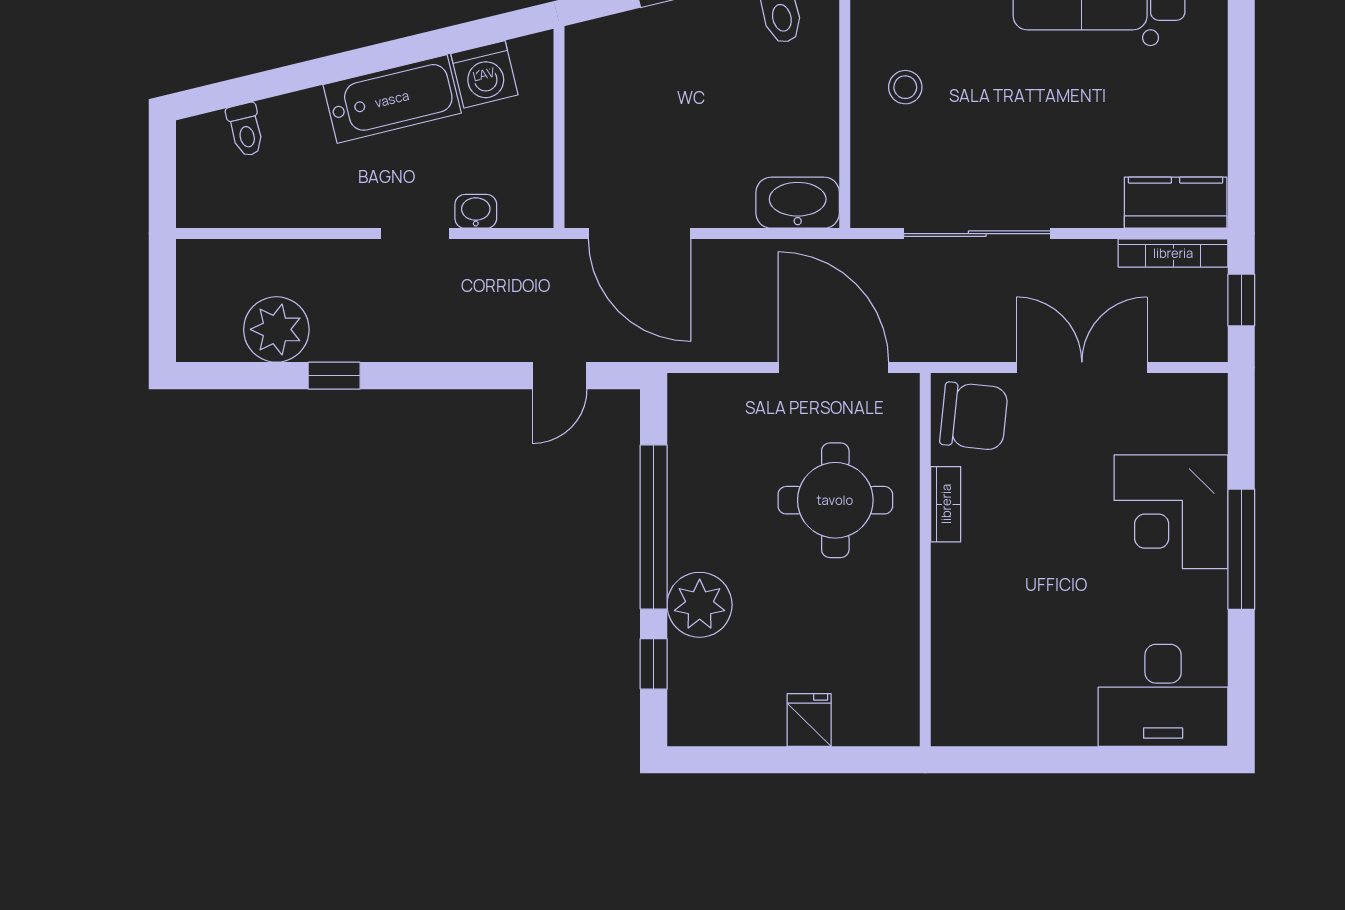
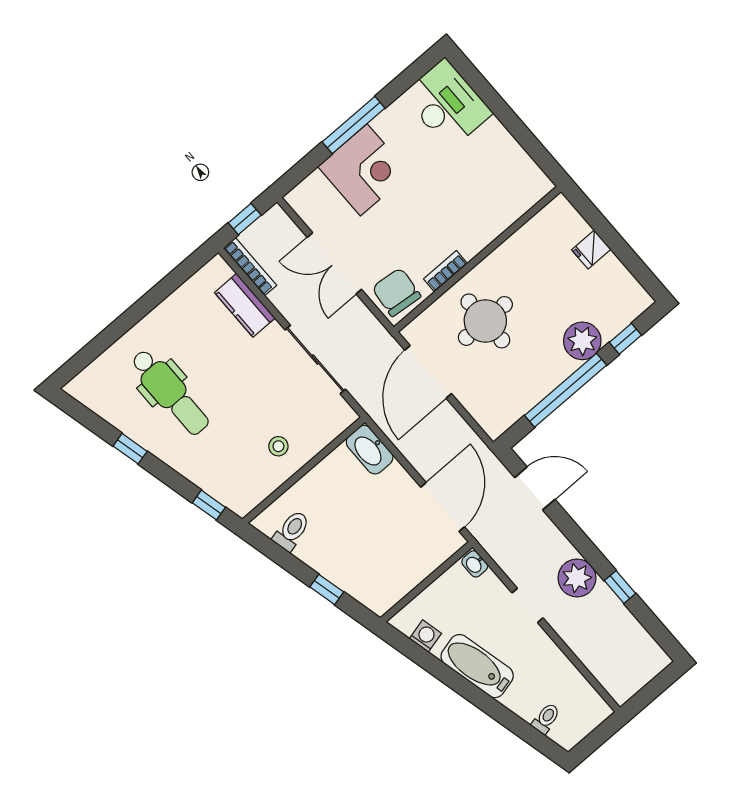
washing machine: (484, 74) -> (425, 636), width x0.73, depth x0.73
kitchen counter: (1176, 203) -> (245, 305), moved
washbasin: (476, 211) -> (475, 564), moved
plant: (276, 329) -> (577, 578), moved
door: (560, 376) -> (535, 488), width x1.38

